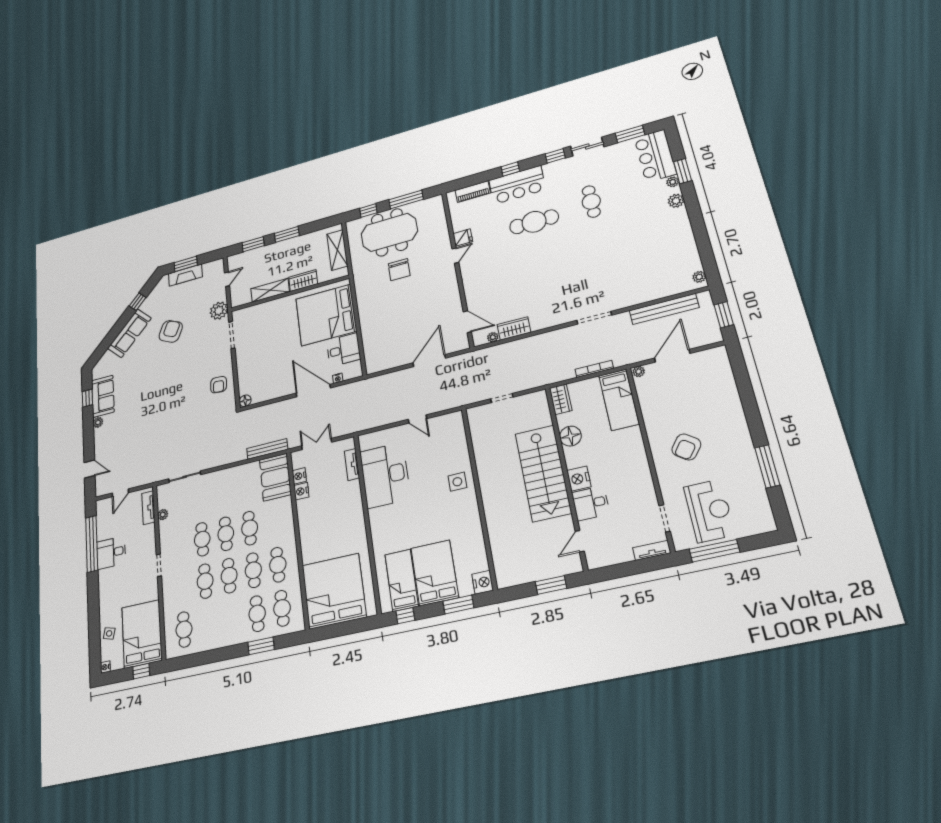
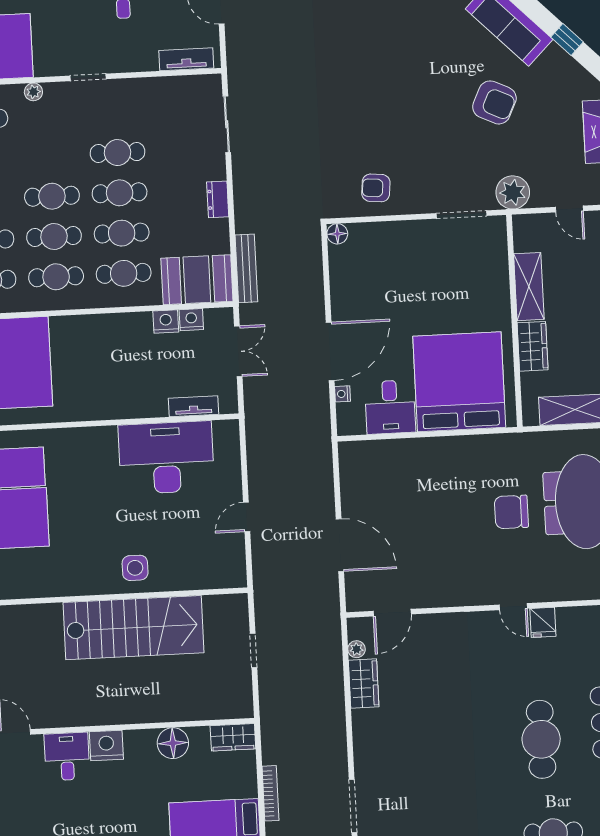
stairs: (543, 473) -> (133, 628), moved, turned 180
dresser: (228, 474) -> (218, 199), added
plant: (163, 515) -> (33, 92), moved
cafe table: (205, 581) -> (124, 273), moved

